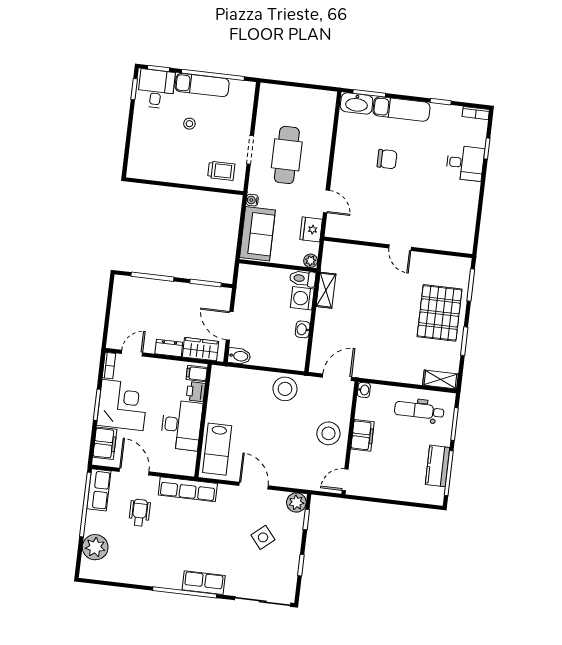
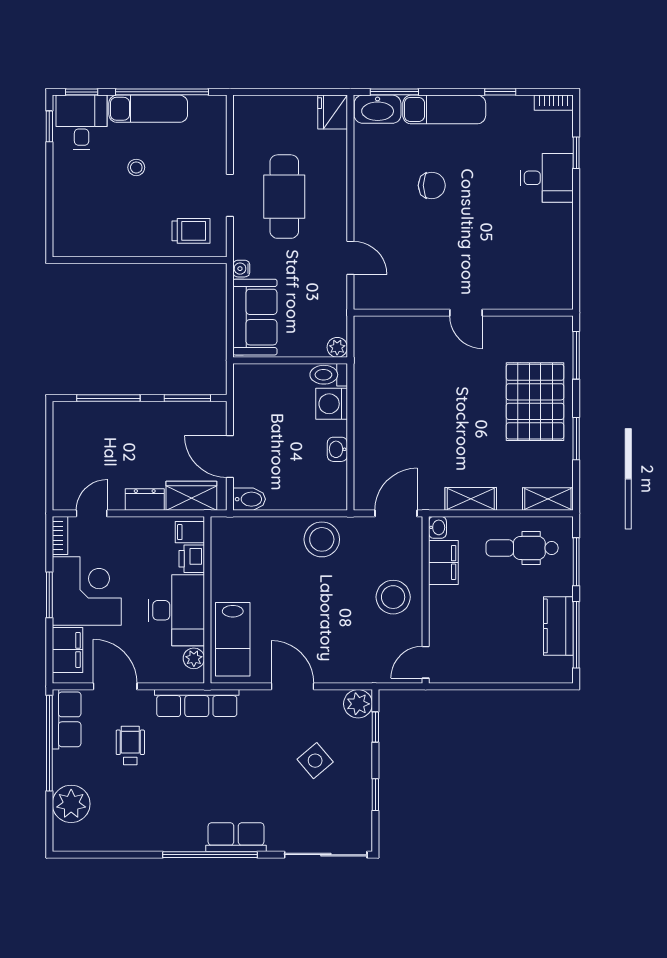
fridge: (311, 229) -> (333, 112), moved
shelving: (326, 290) -> (471, 499), moved, turned 90
filing cabinet: (362, 435) -> (443, 562), moved
plant: (189, 459) -> (194, 658), added

